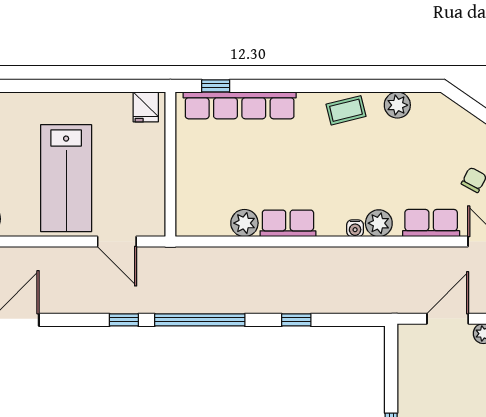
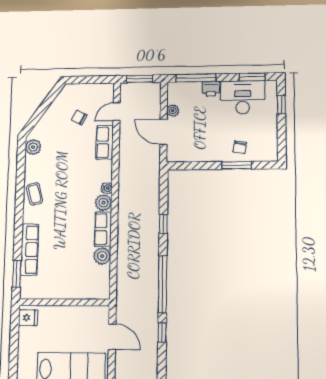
window: (216, 86) -> (17, 274), width x1.50
row of seats: (240, 105) -> (30, 250), width x0.73
plant: (397, 105) -> (33, 147), moved
plant: (379, 223) -> (103, 203), moved
door: (117, 242) -> (112, 337), hinge flipped

